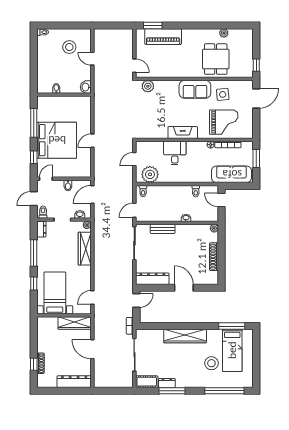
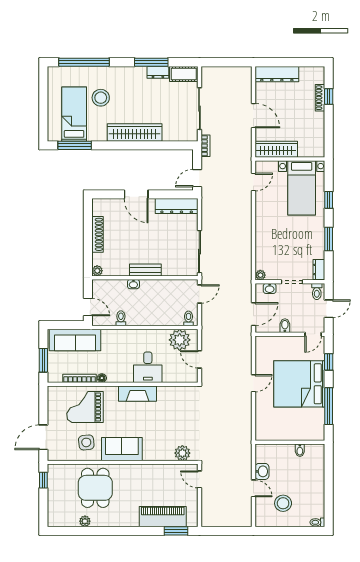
washbasin: (86, 87) -> (262, 471), moved
door: (134, 159) -> (199, 359), swing flipped
bench: (163, 229) -> (145, 270), moved
wardrobe: (85, 249) -> (263, 245), removed
window: (34, 253) -> (329, 239), width x0.69

